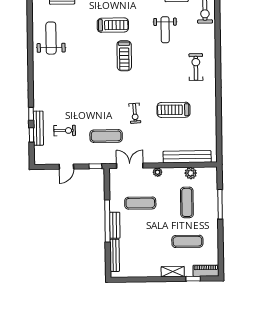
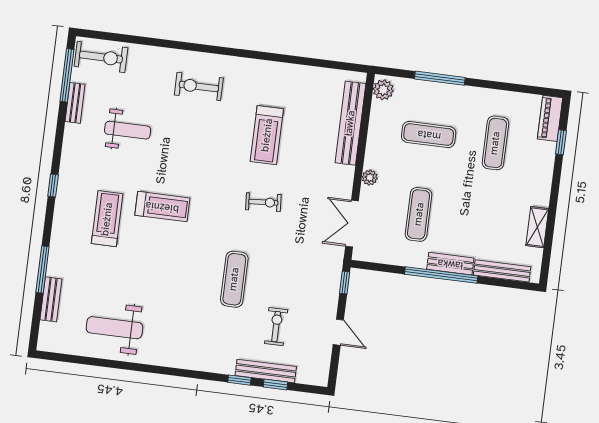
exercise mat: (106, 136) -> (234, 279), moved
plant: (191, 173) -> (383, 90), moved
shelving: (173, 272) -> (537, 227), moved

